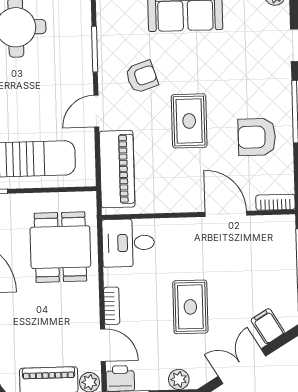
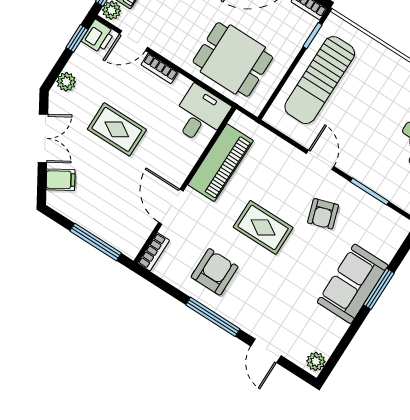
piano: (117, 169) -> (221, 163), moved, turned -90
door: (226, 214) -> (171, 207), swing flipped

